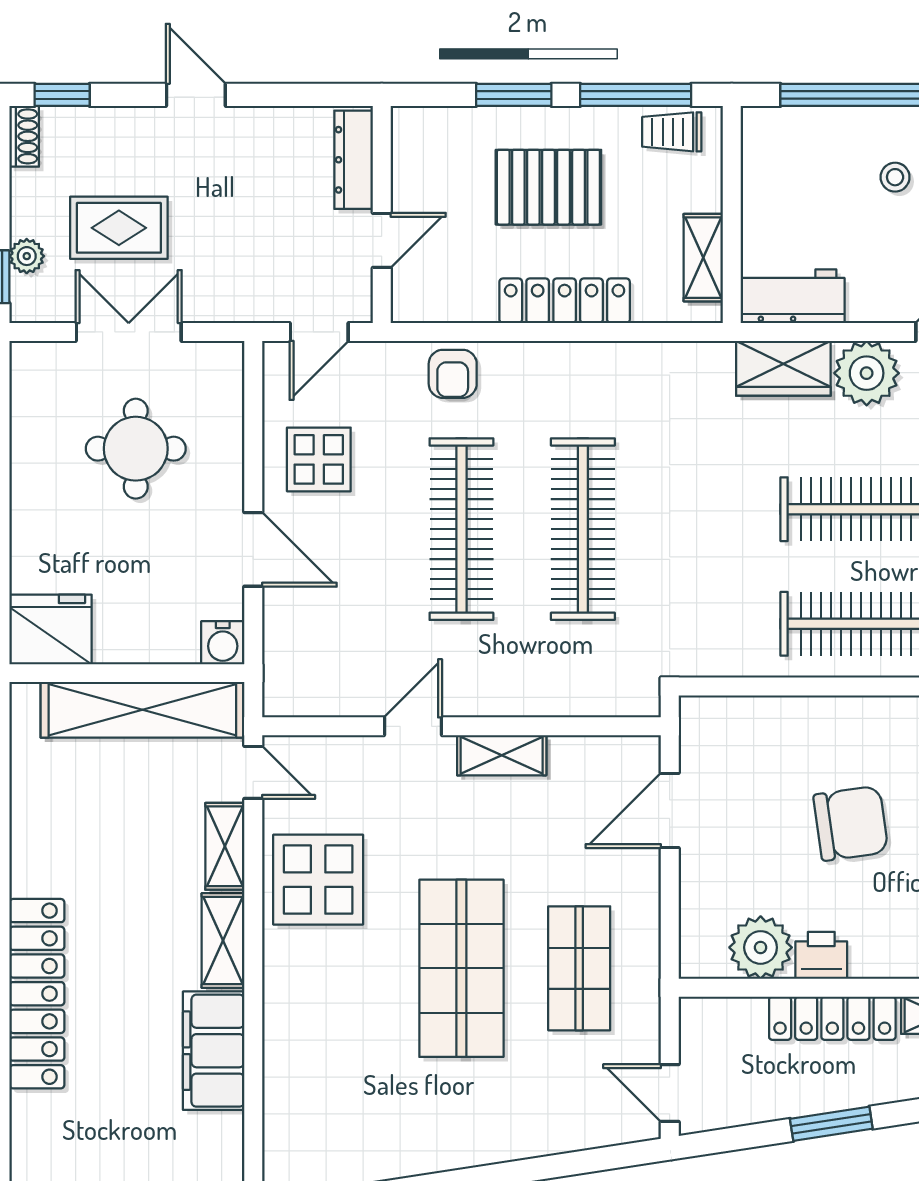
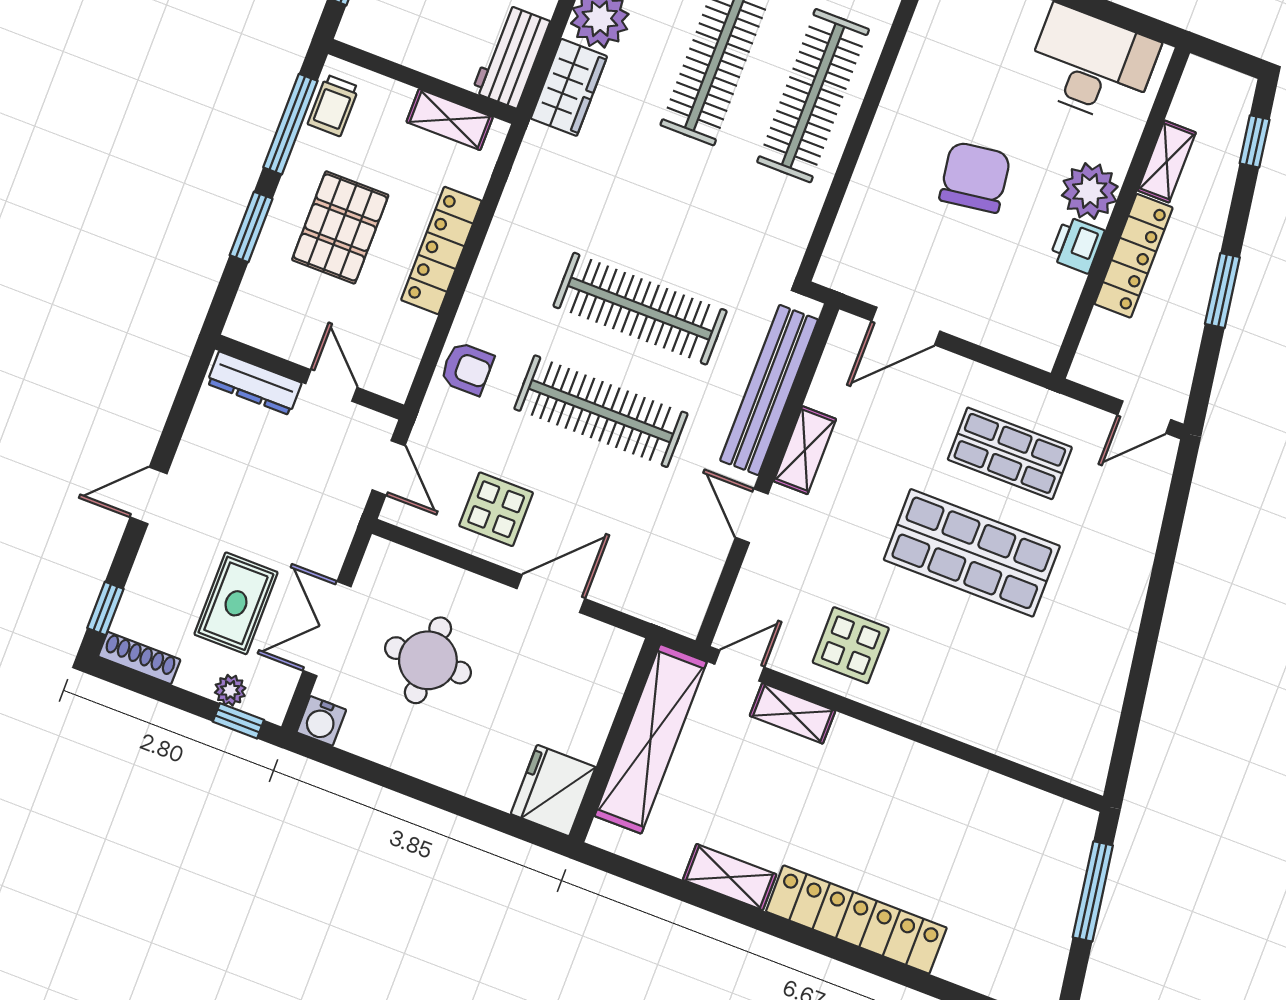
shoe rack: (24, 136) -> (139, 658), width x1.43
water cooler: (223, 643) -> (321, 721), moved, turned 90
bench: (550, 694) -> (769, 390), added
door: (670, 811) -> (906, 326), hinge flipped
display table: (318, 880) -> (851, 645), width x0.73, depth x0.73
shelving: (223, 941) -> (730, 877), moved
plant: (761, 947) -> (1090, 191), moved
filing cabinet: (214, 1051) -> (961, 789), removed

